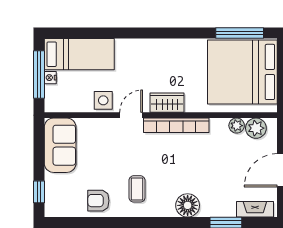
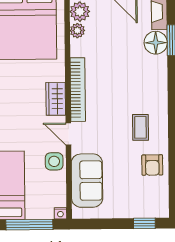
nightstand: (50, 78) -> (60, 213), moved
sofa: (60, 145) -> (87, 181), moved, turned 90
coffee table: (137, 189) -> (140, 127), turned 90
floor lamp: (188, 205) -> (156, 43), moved

